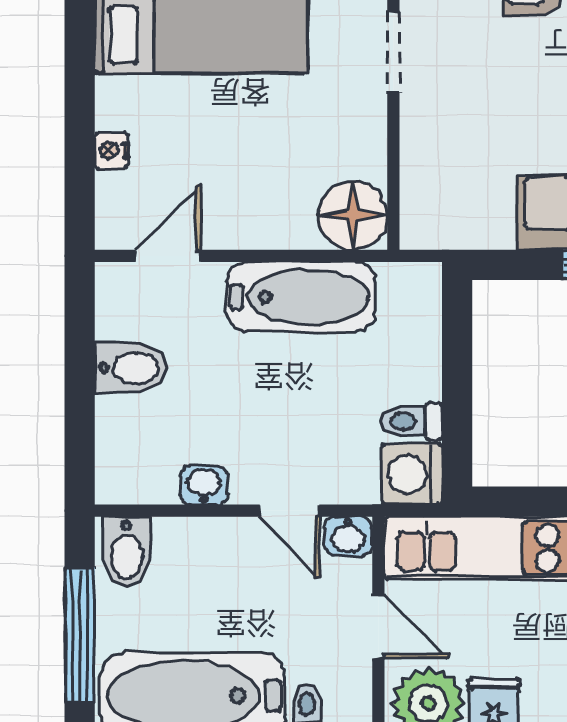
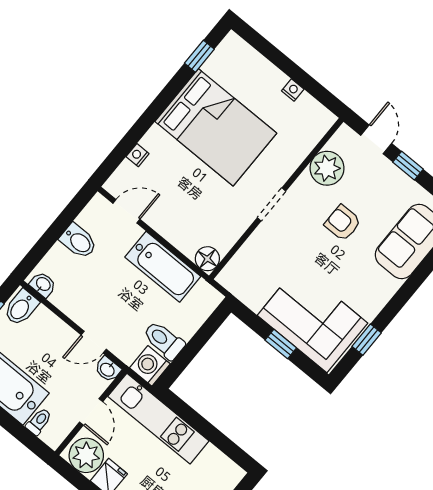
floor lamp: (353, 215) -> (207, 259), width x0.73, depth x0.73
toilet: (412, 421) -> (164, 340), width x1.37, depth x1.39
washbasin: (204, 485) -> (43, 284), moved
door: (290, 511) -> (94, 342), hinge flipped

